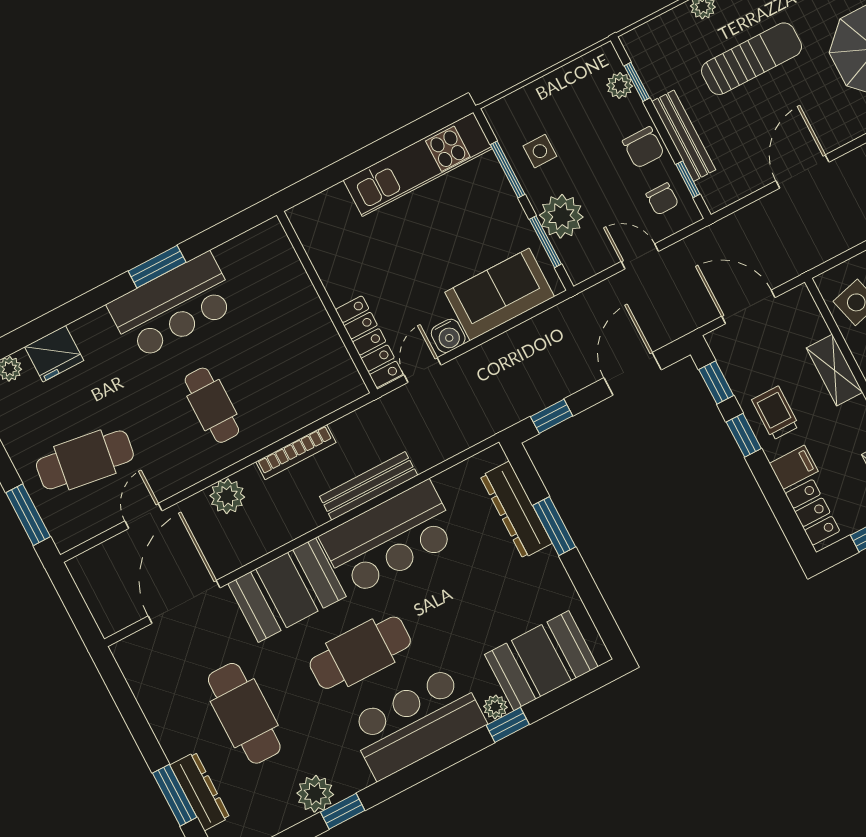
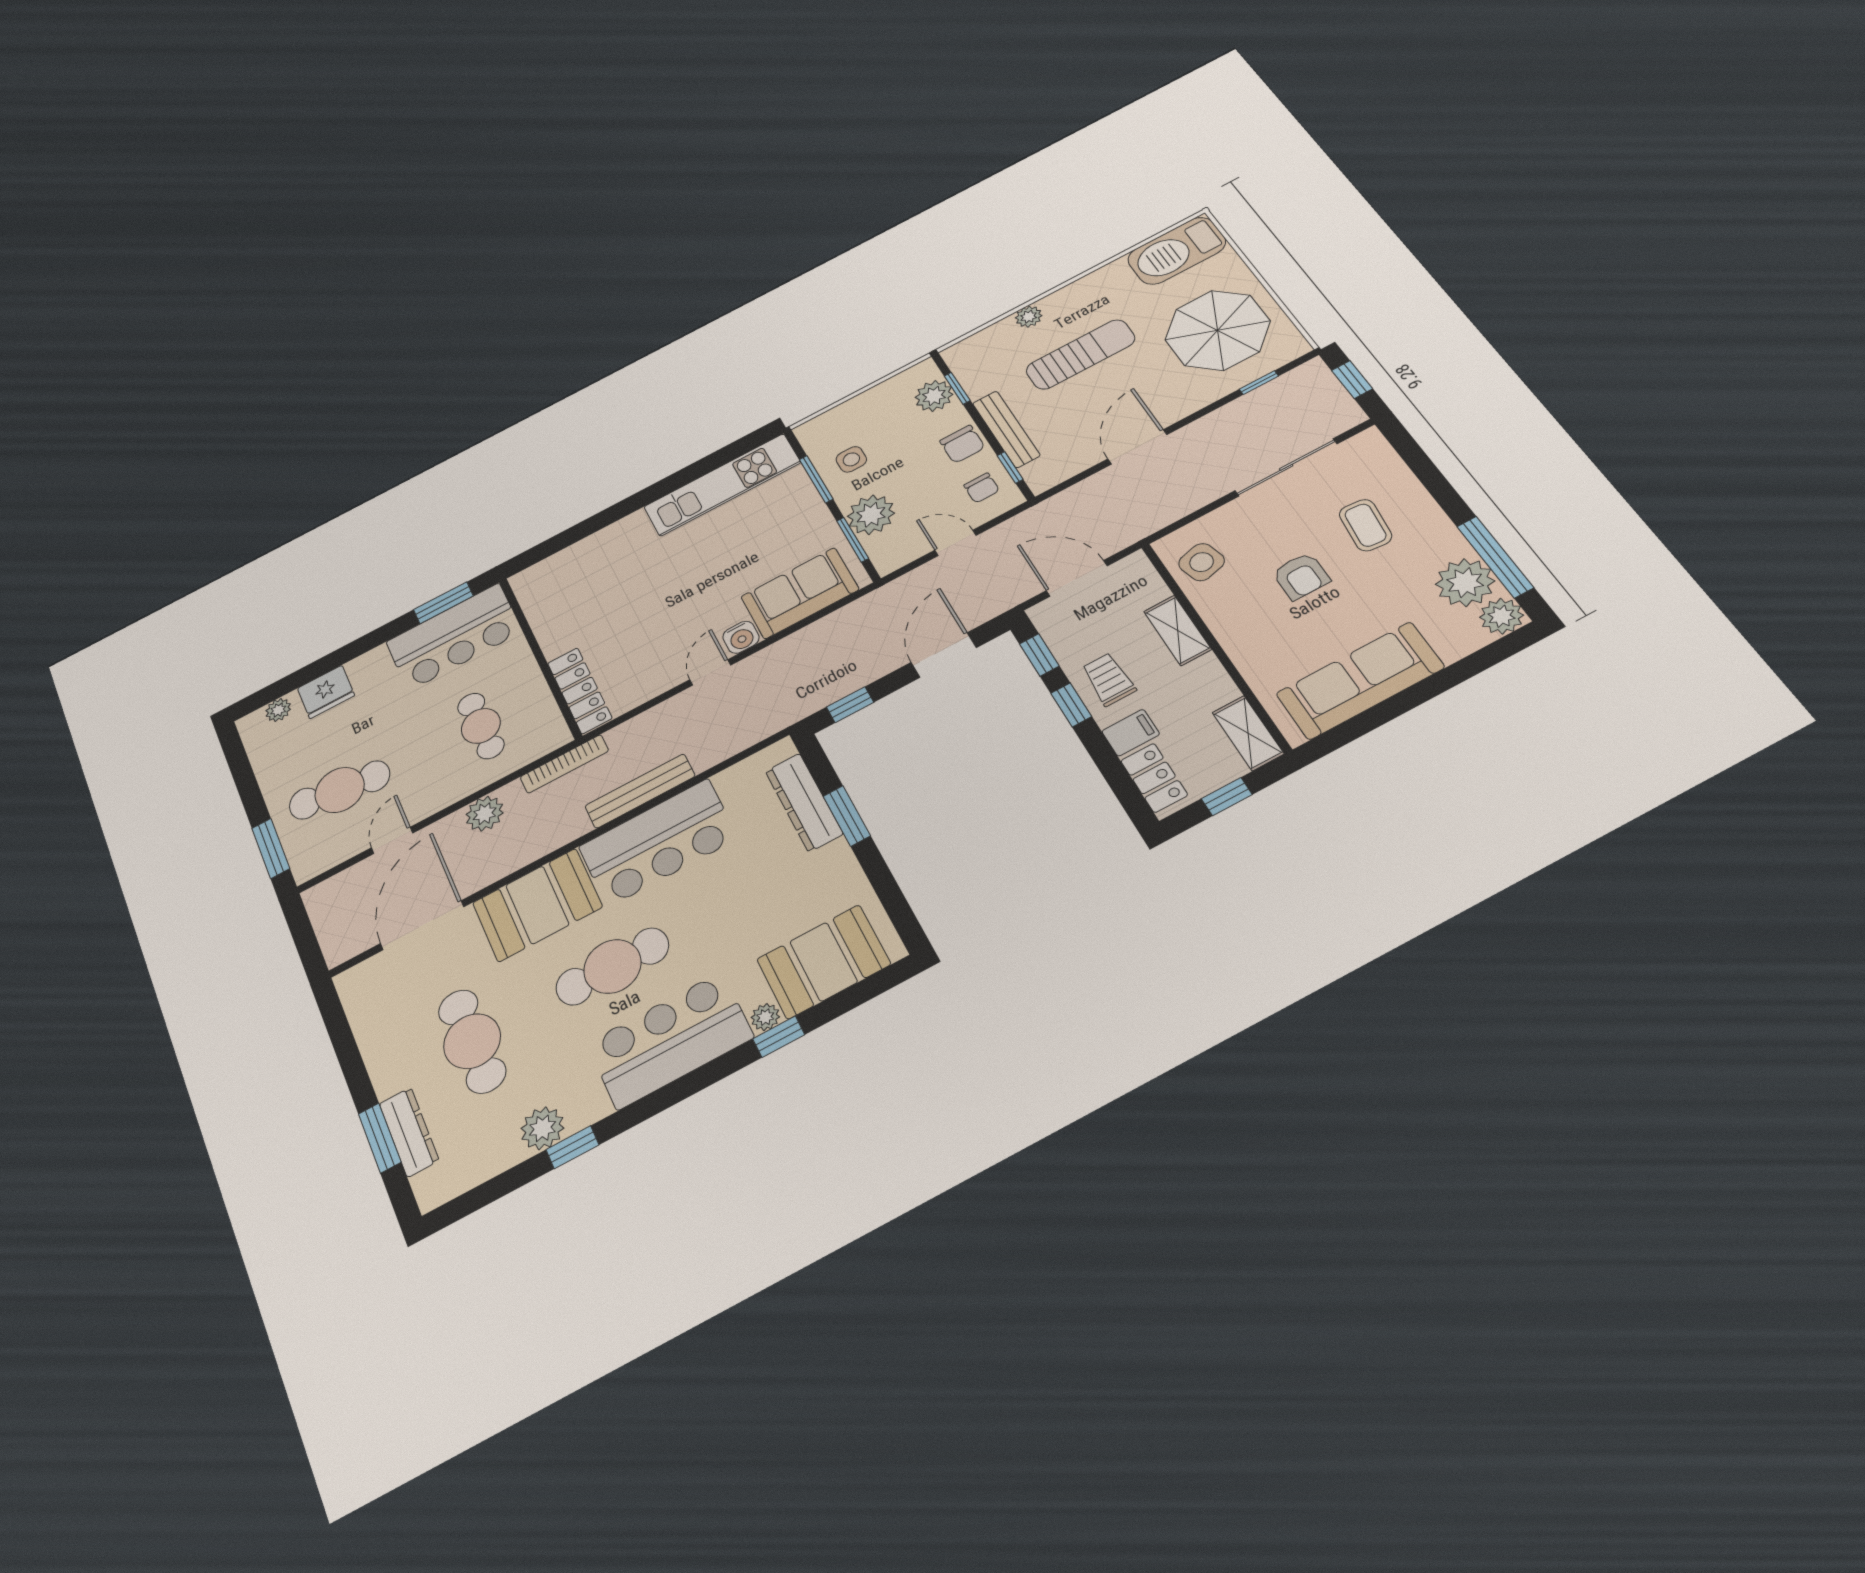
plant: (620, 86) -> (934, 396), width x1.38, depth x1.38
wall: (327, 302) -> (540, 657), moved
locker: (369, 342) -> (580, 691), moved

